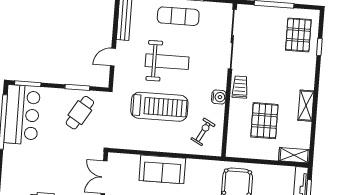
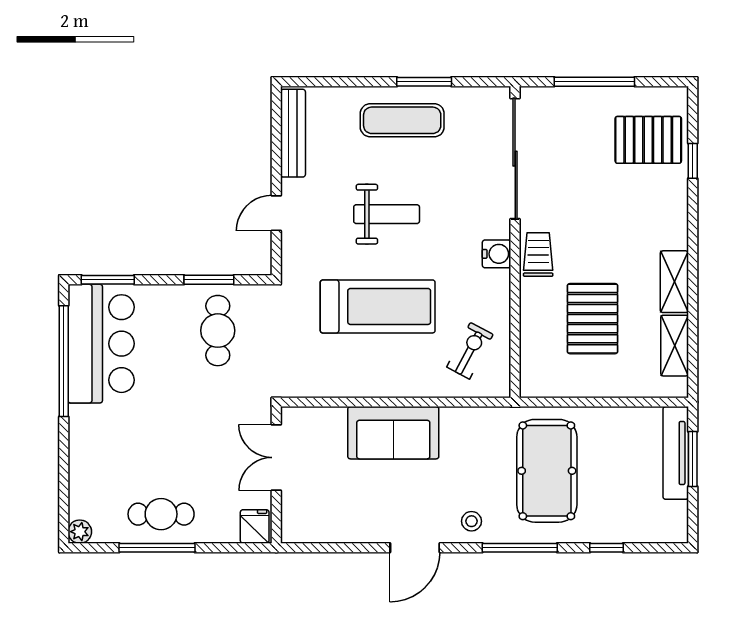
pallet: (298, 35) -> (648, 140), turned 90
weight bench: (167, 62) -> (387, 214), width x0.73, depth x0.75
water cooler: (219, 97) -> (497, 254), moved
cafe table: (80, 113) -> (218, 331), turned -31
shelving: (294, 155) -> (675, 346), moved, turned 90

